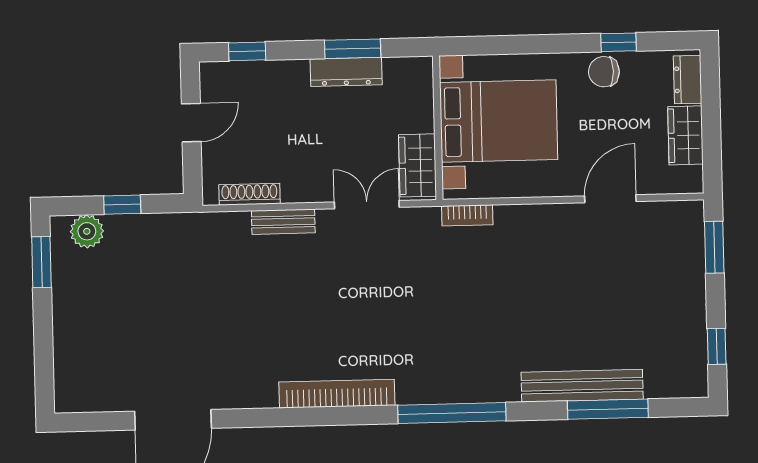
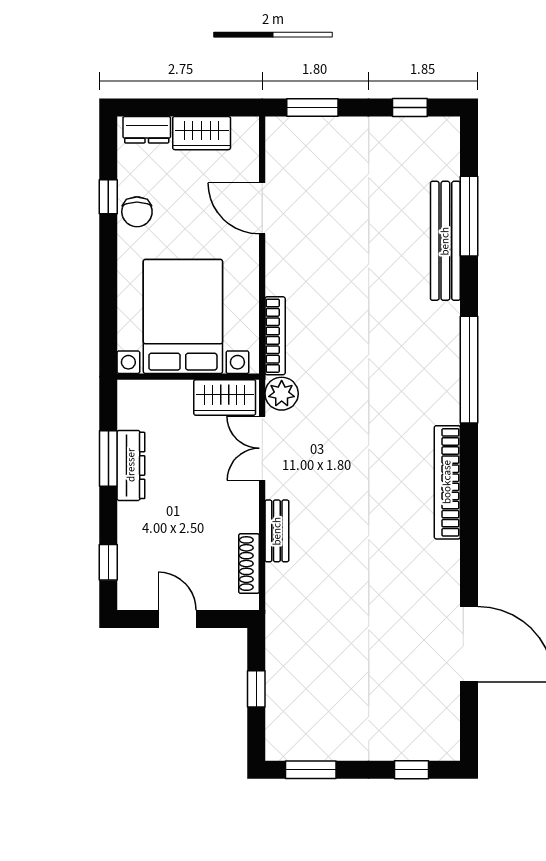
bookcase: (467, 215) -> (275, 336), width x1.56
plant: (87, 231) -> (282, 394), moved
window: (44, 364) -> (411, 770), added

